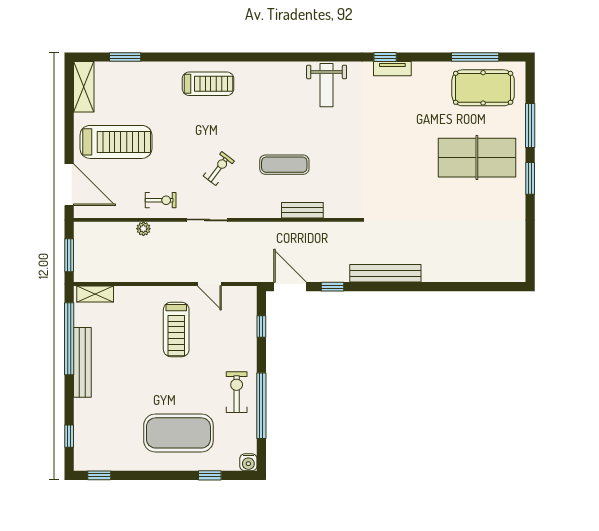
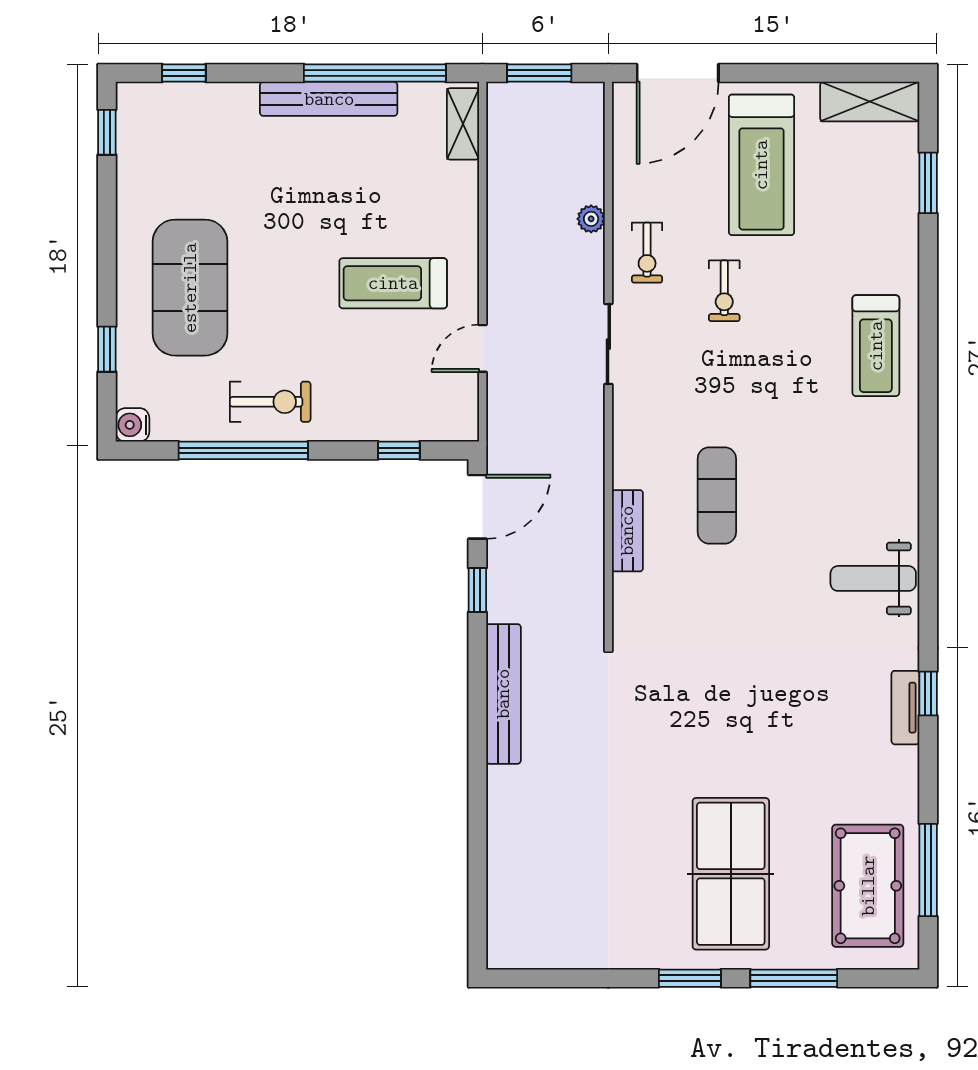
exercise bike: (219, 169) -> (724, 291), moved, turned 53

